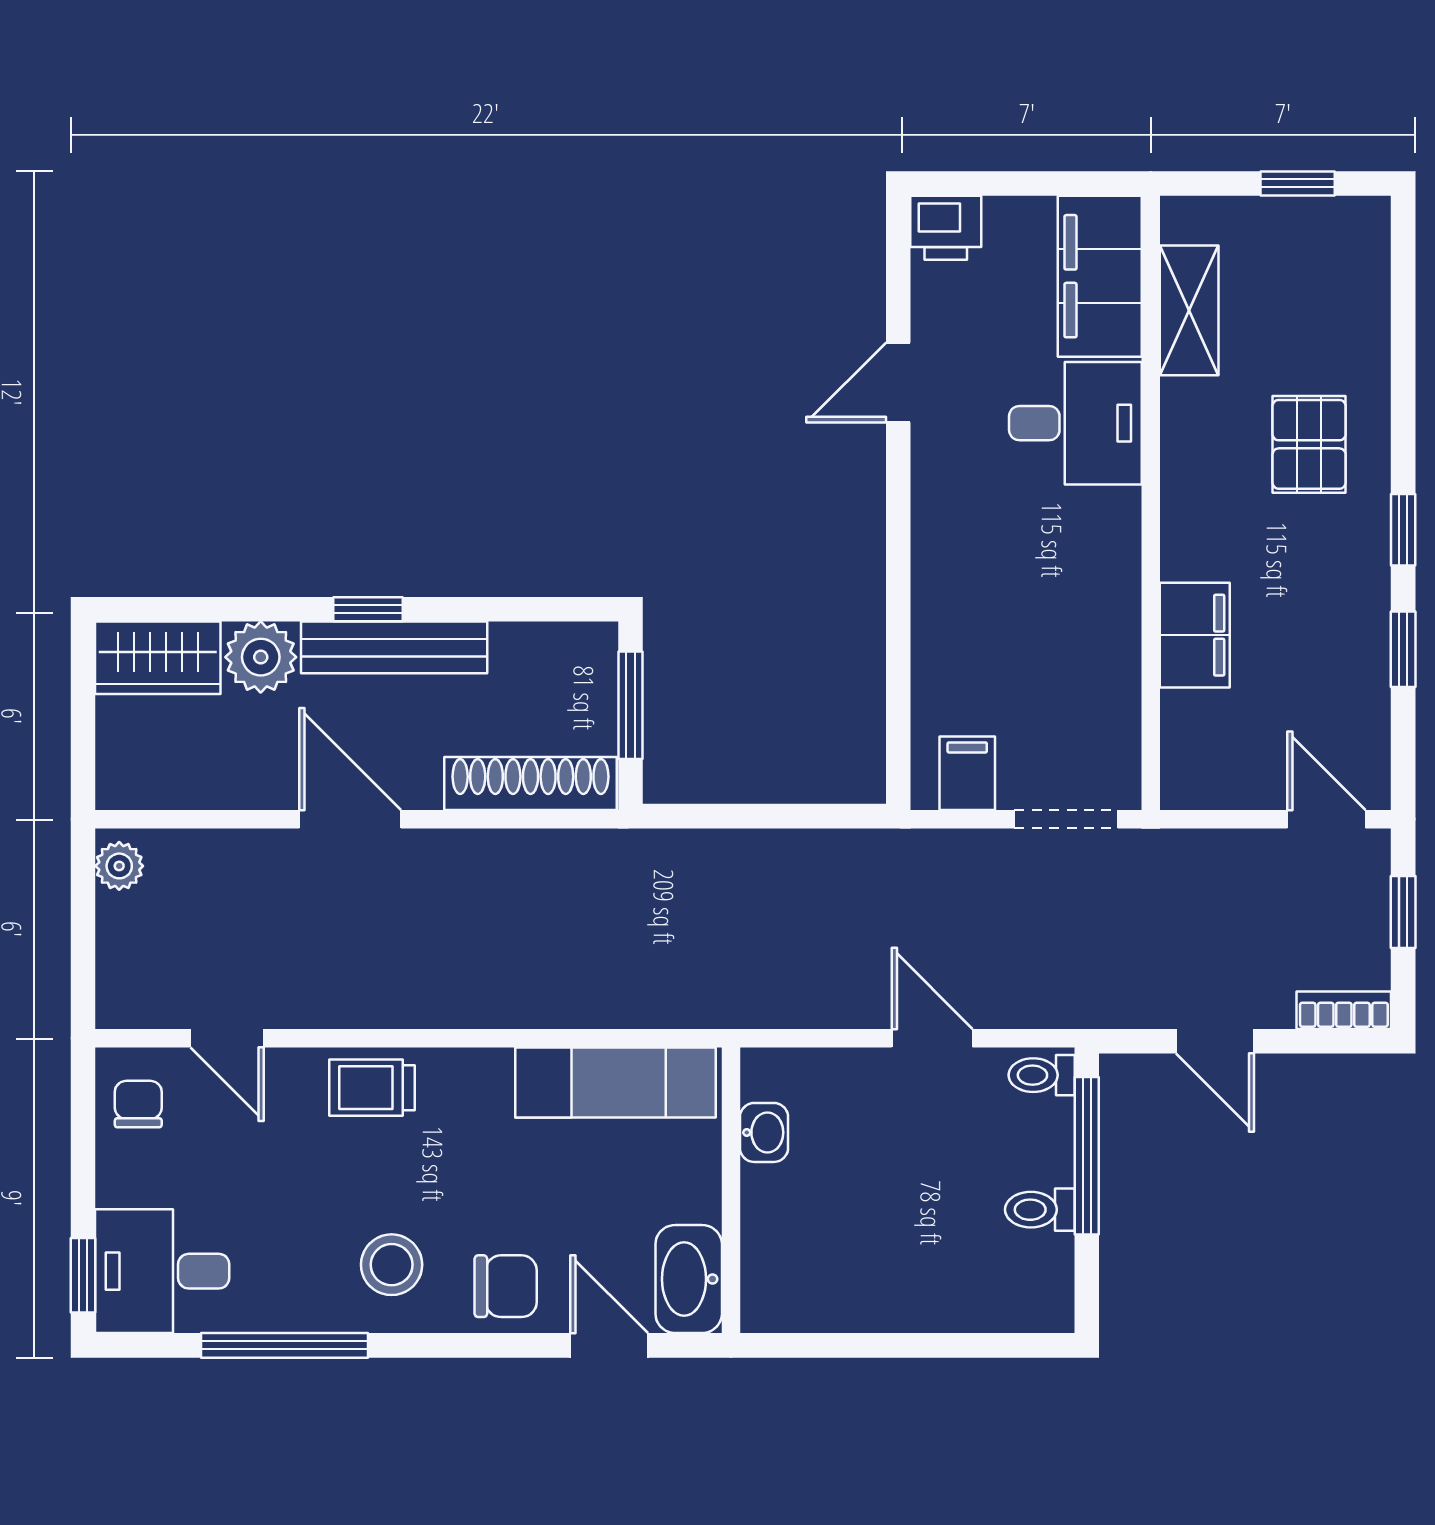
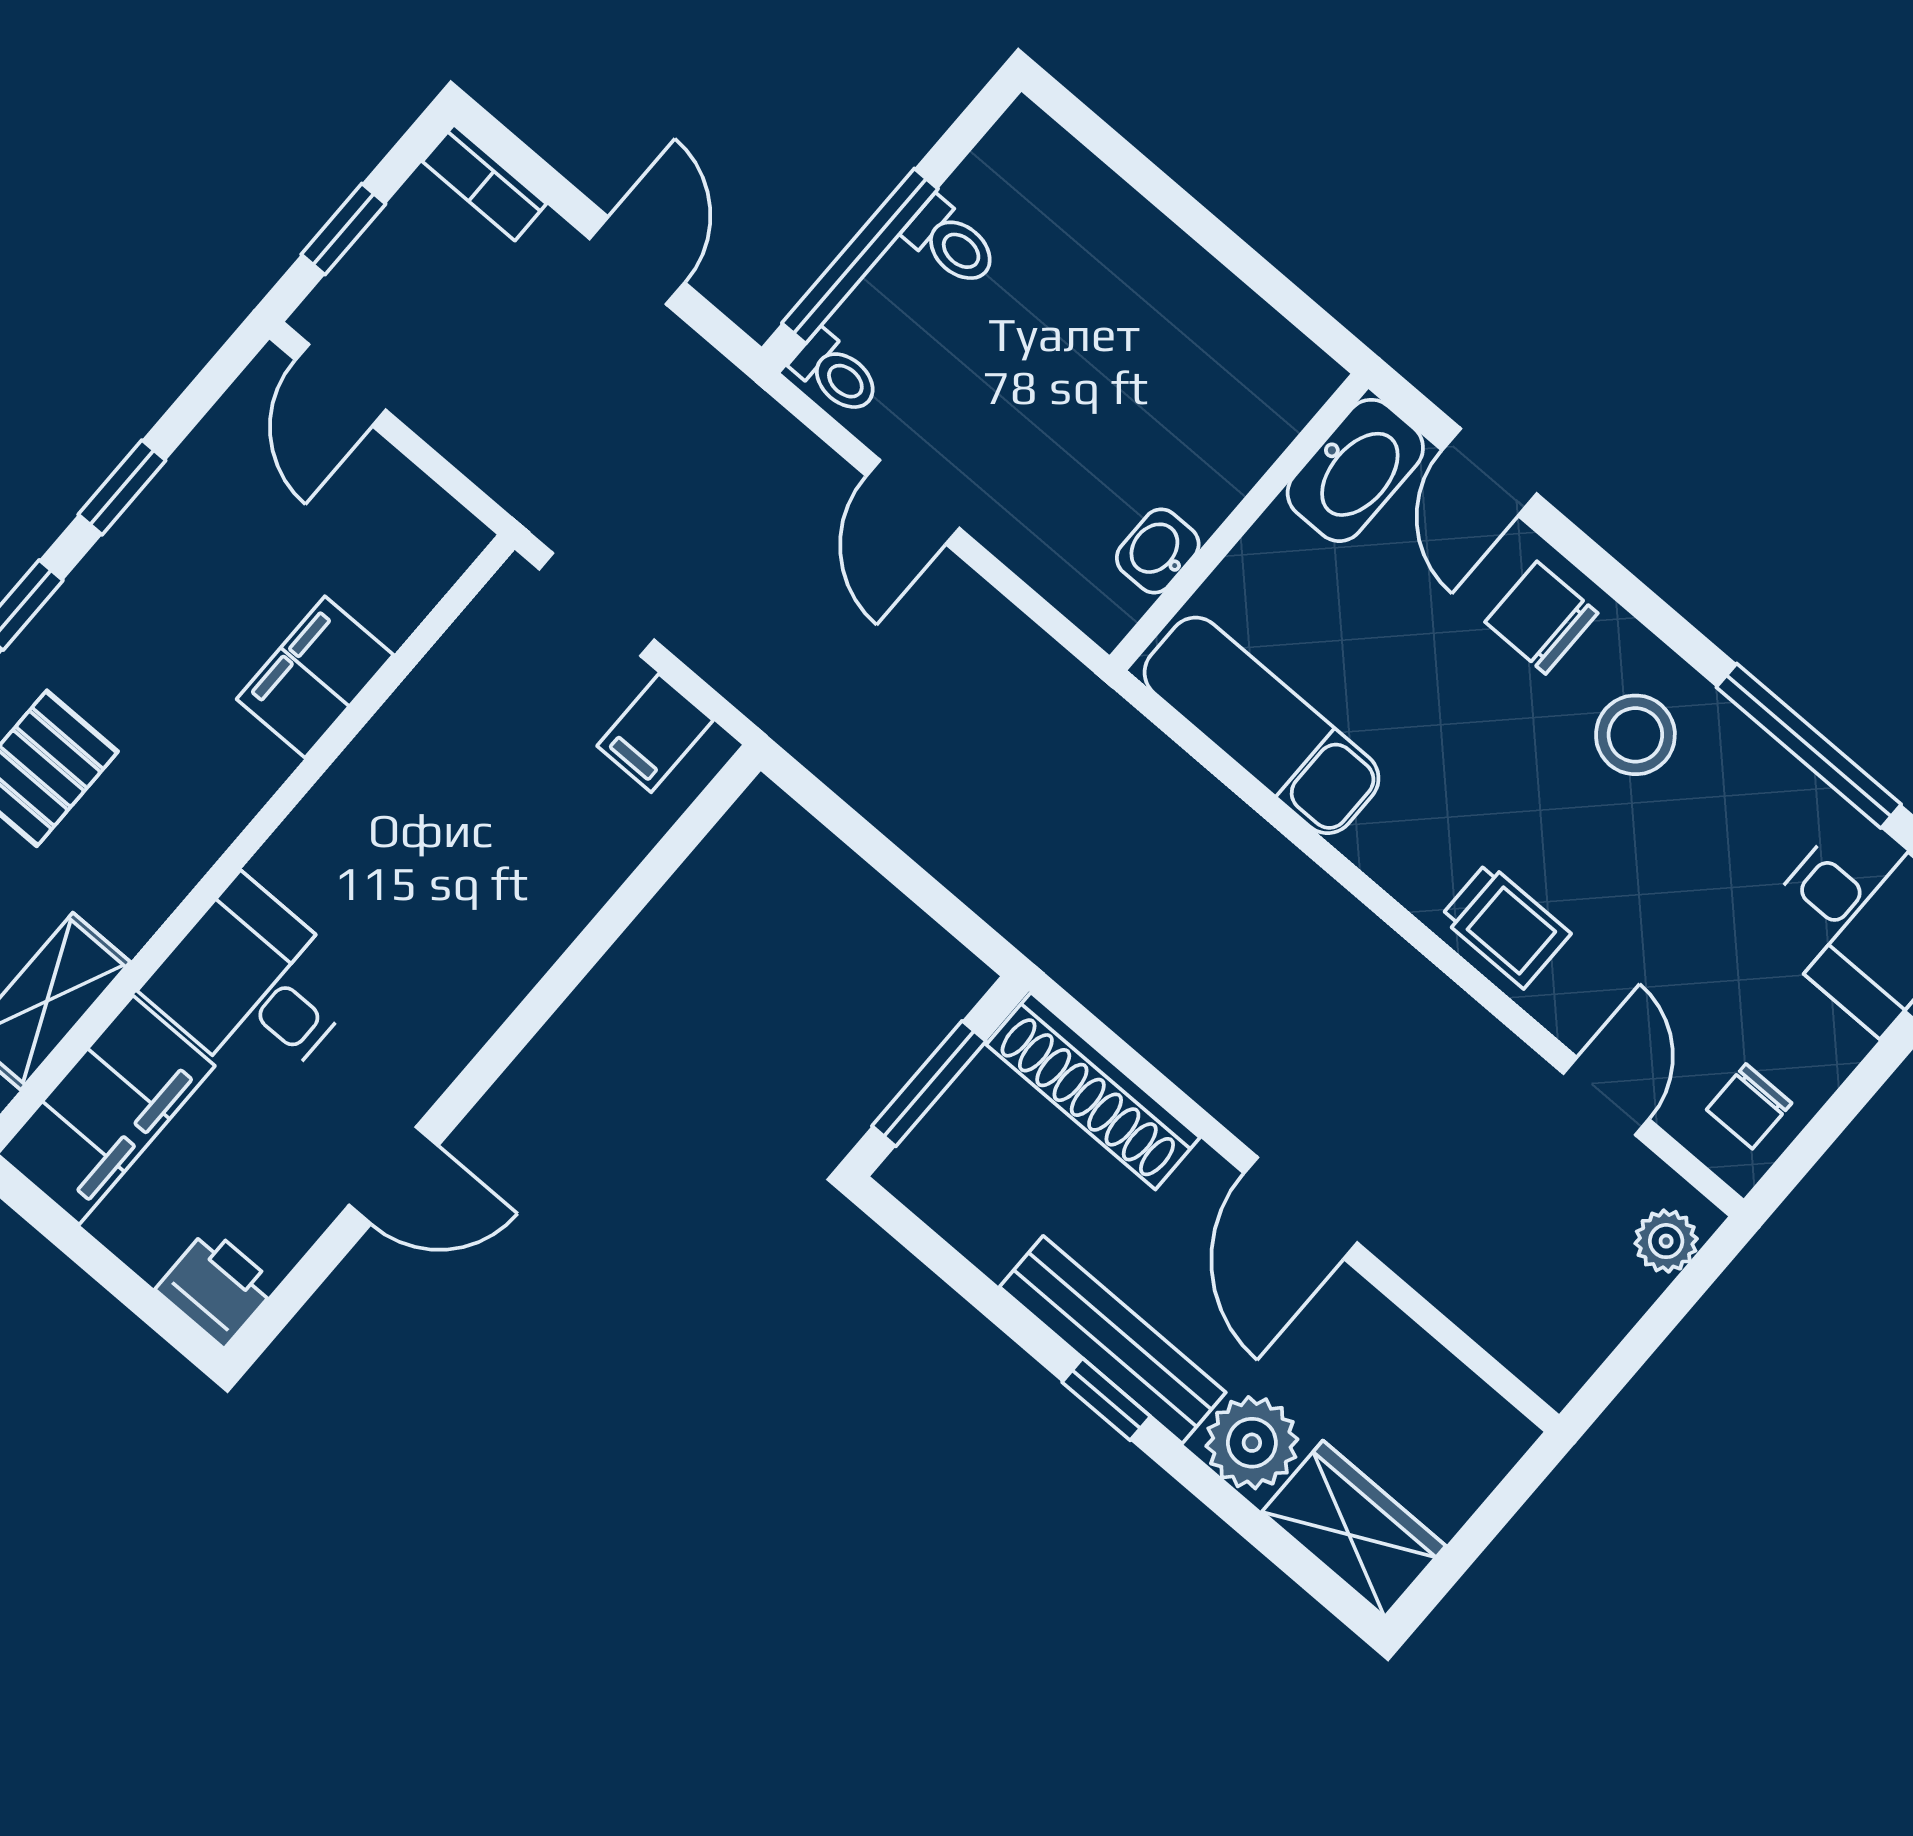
plant: (119, 866) -> (1666, 1241), moved

